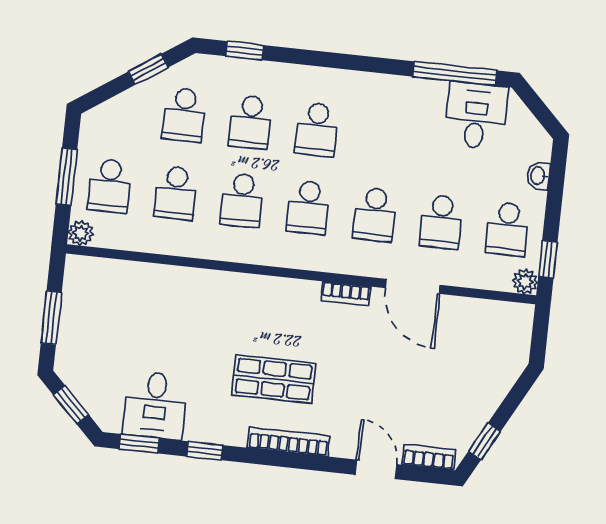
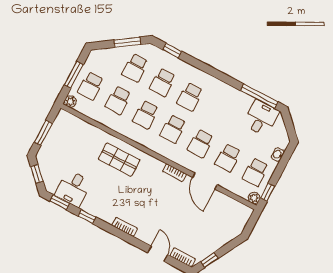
window: (148, 69) -> (127, 42), width x1.50
shop shelf: (274, 379) -> (119, 160), moved
bookcase: (289, 442) -> (125, 227), width x0.64

